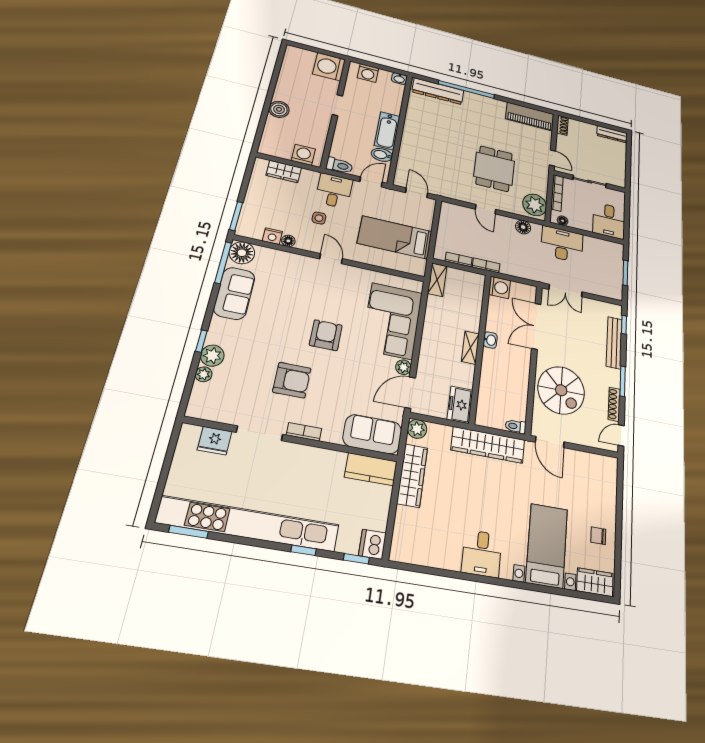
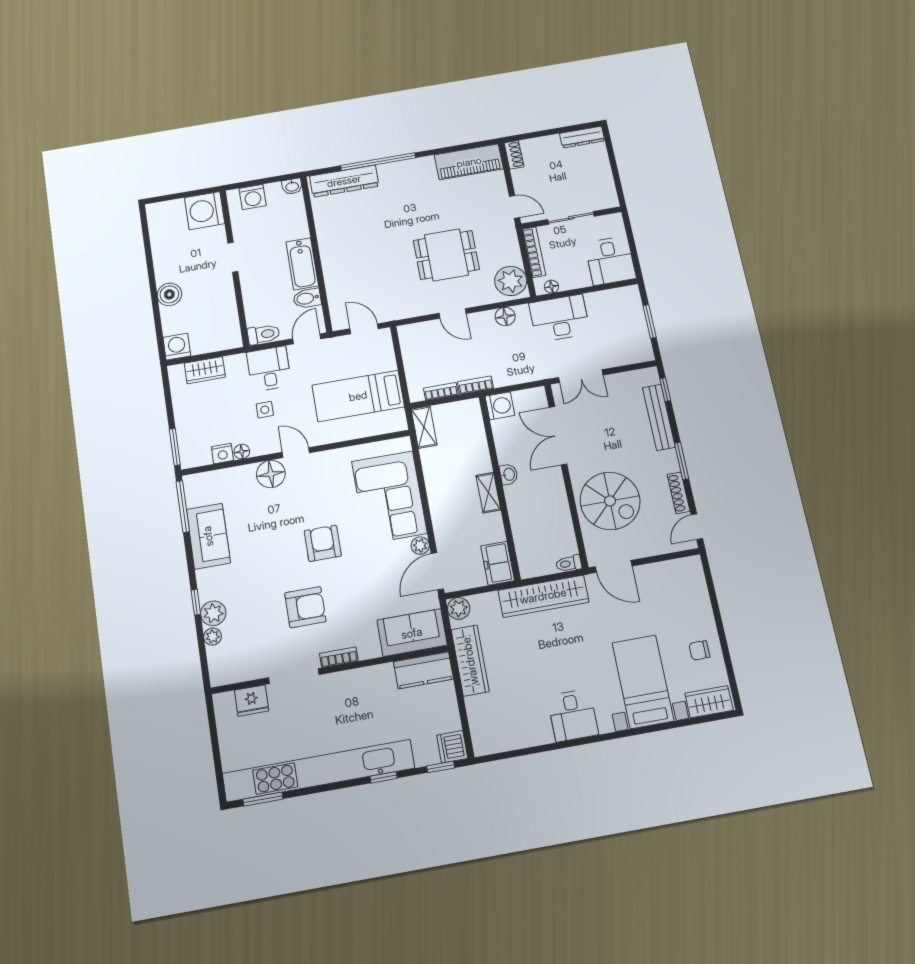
washing machine: (303, 155) -> (177, 347), moved
dining table: (494, 169) -> (446, 255), turned 90
floor lamp: (242, 253) -> (271, 474), moved

